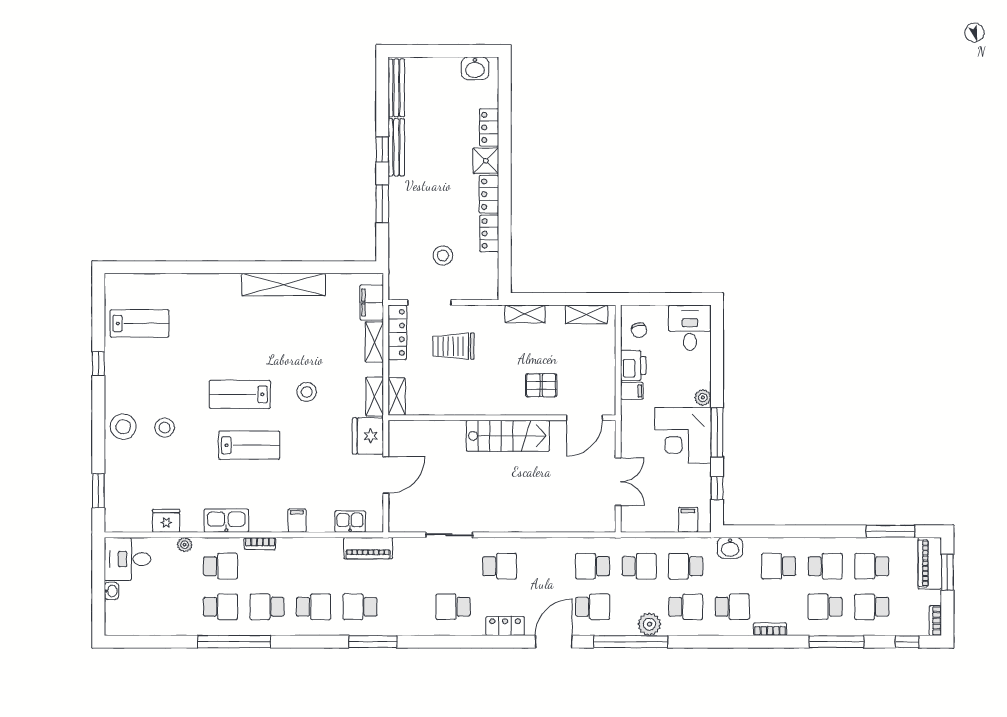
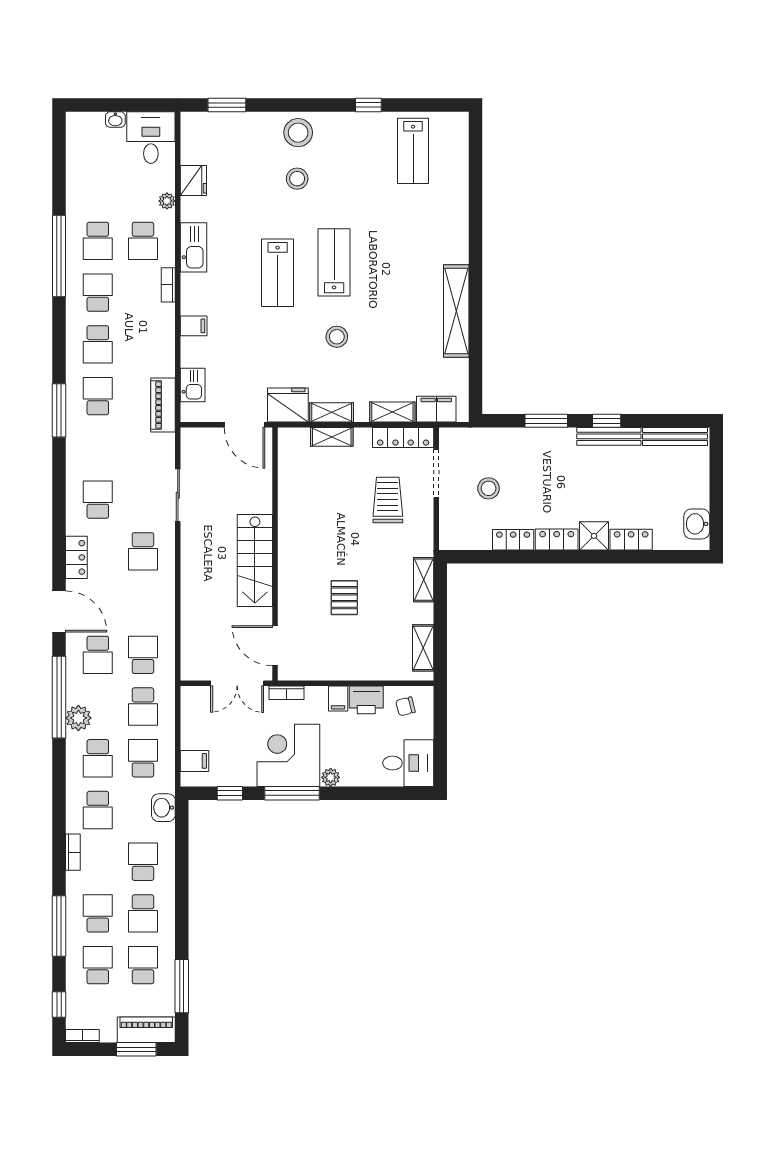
wall: (502, 418) -> (275, 554), moved
door: (584, 418) -> (275, 646), moved
stairs: (508, 436) -> (255, 561), moved
bookcase: (627, 437) -> (287, 693), added

